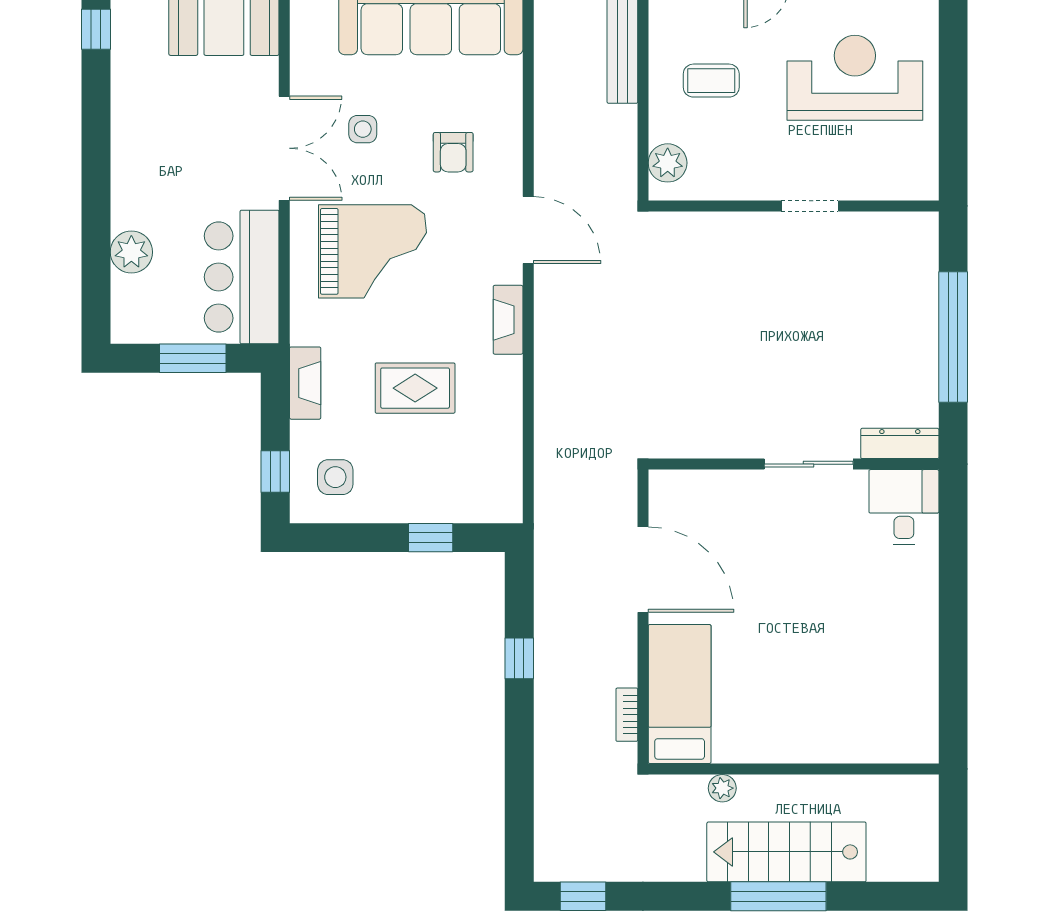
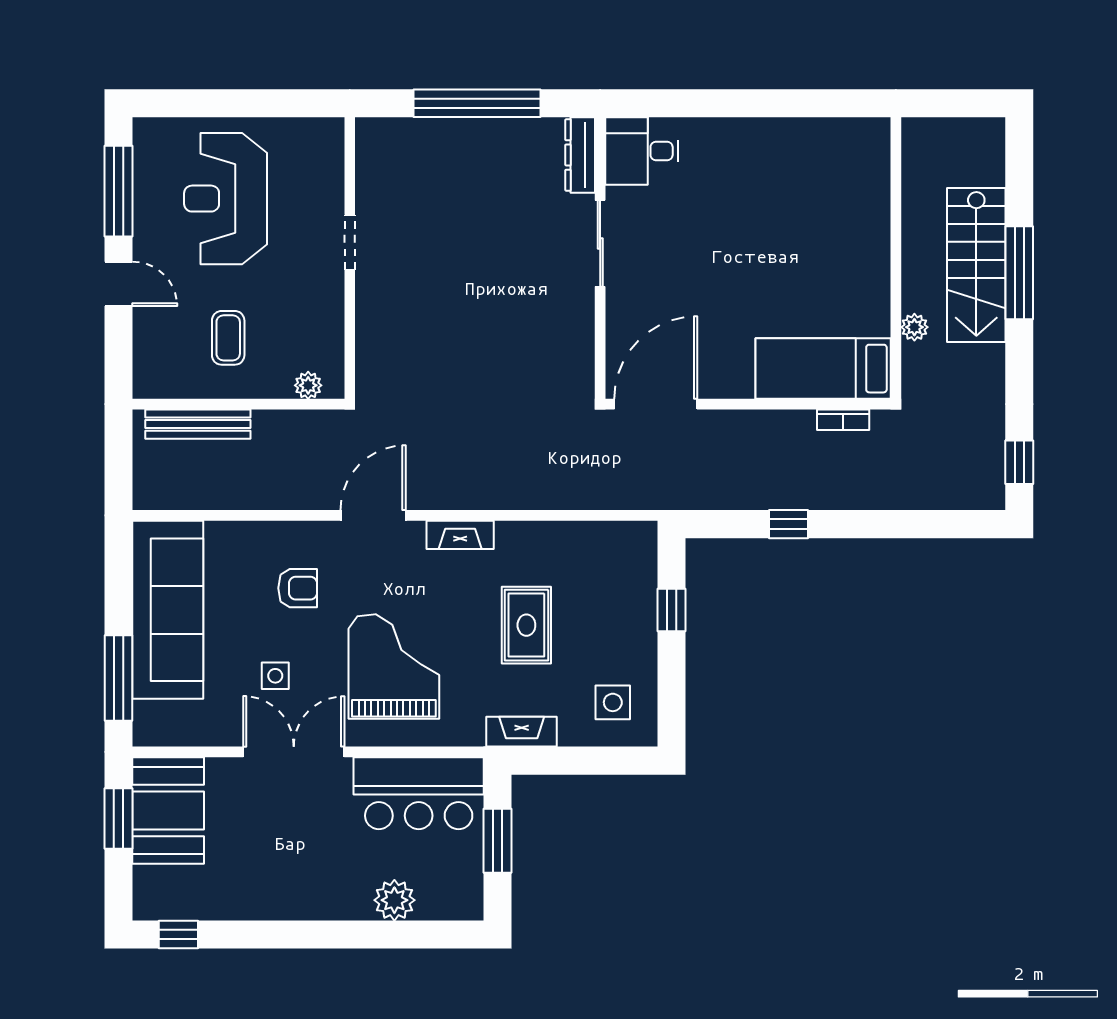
plant: (668, 163) -> (308, 385), width x0.73, depth x0.73
window: (275, 472) -> (607, 761), removed
door: (643, 570) -> (656, 404), moved

